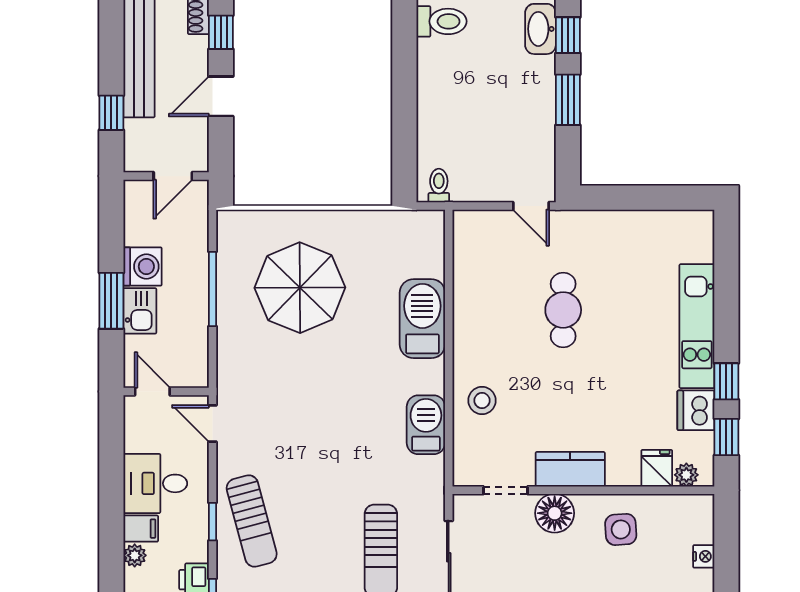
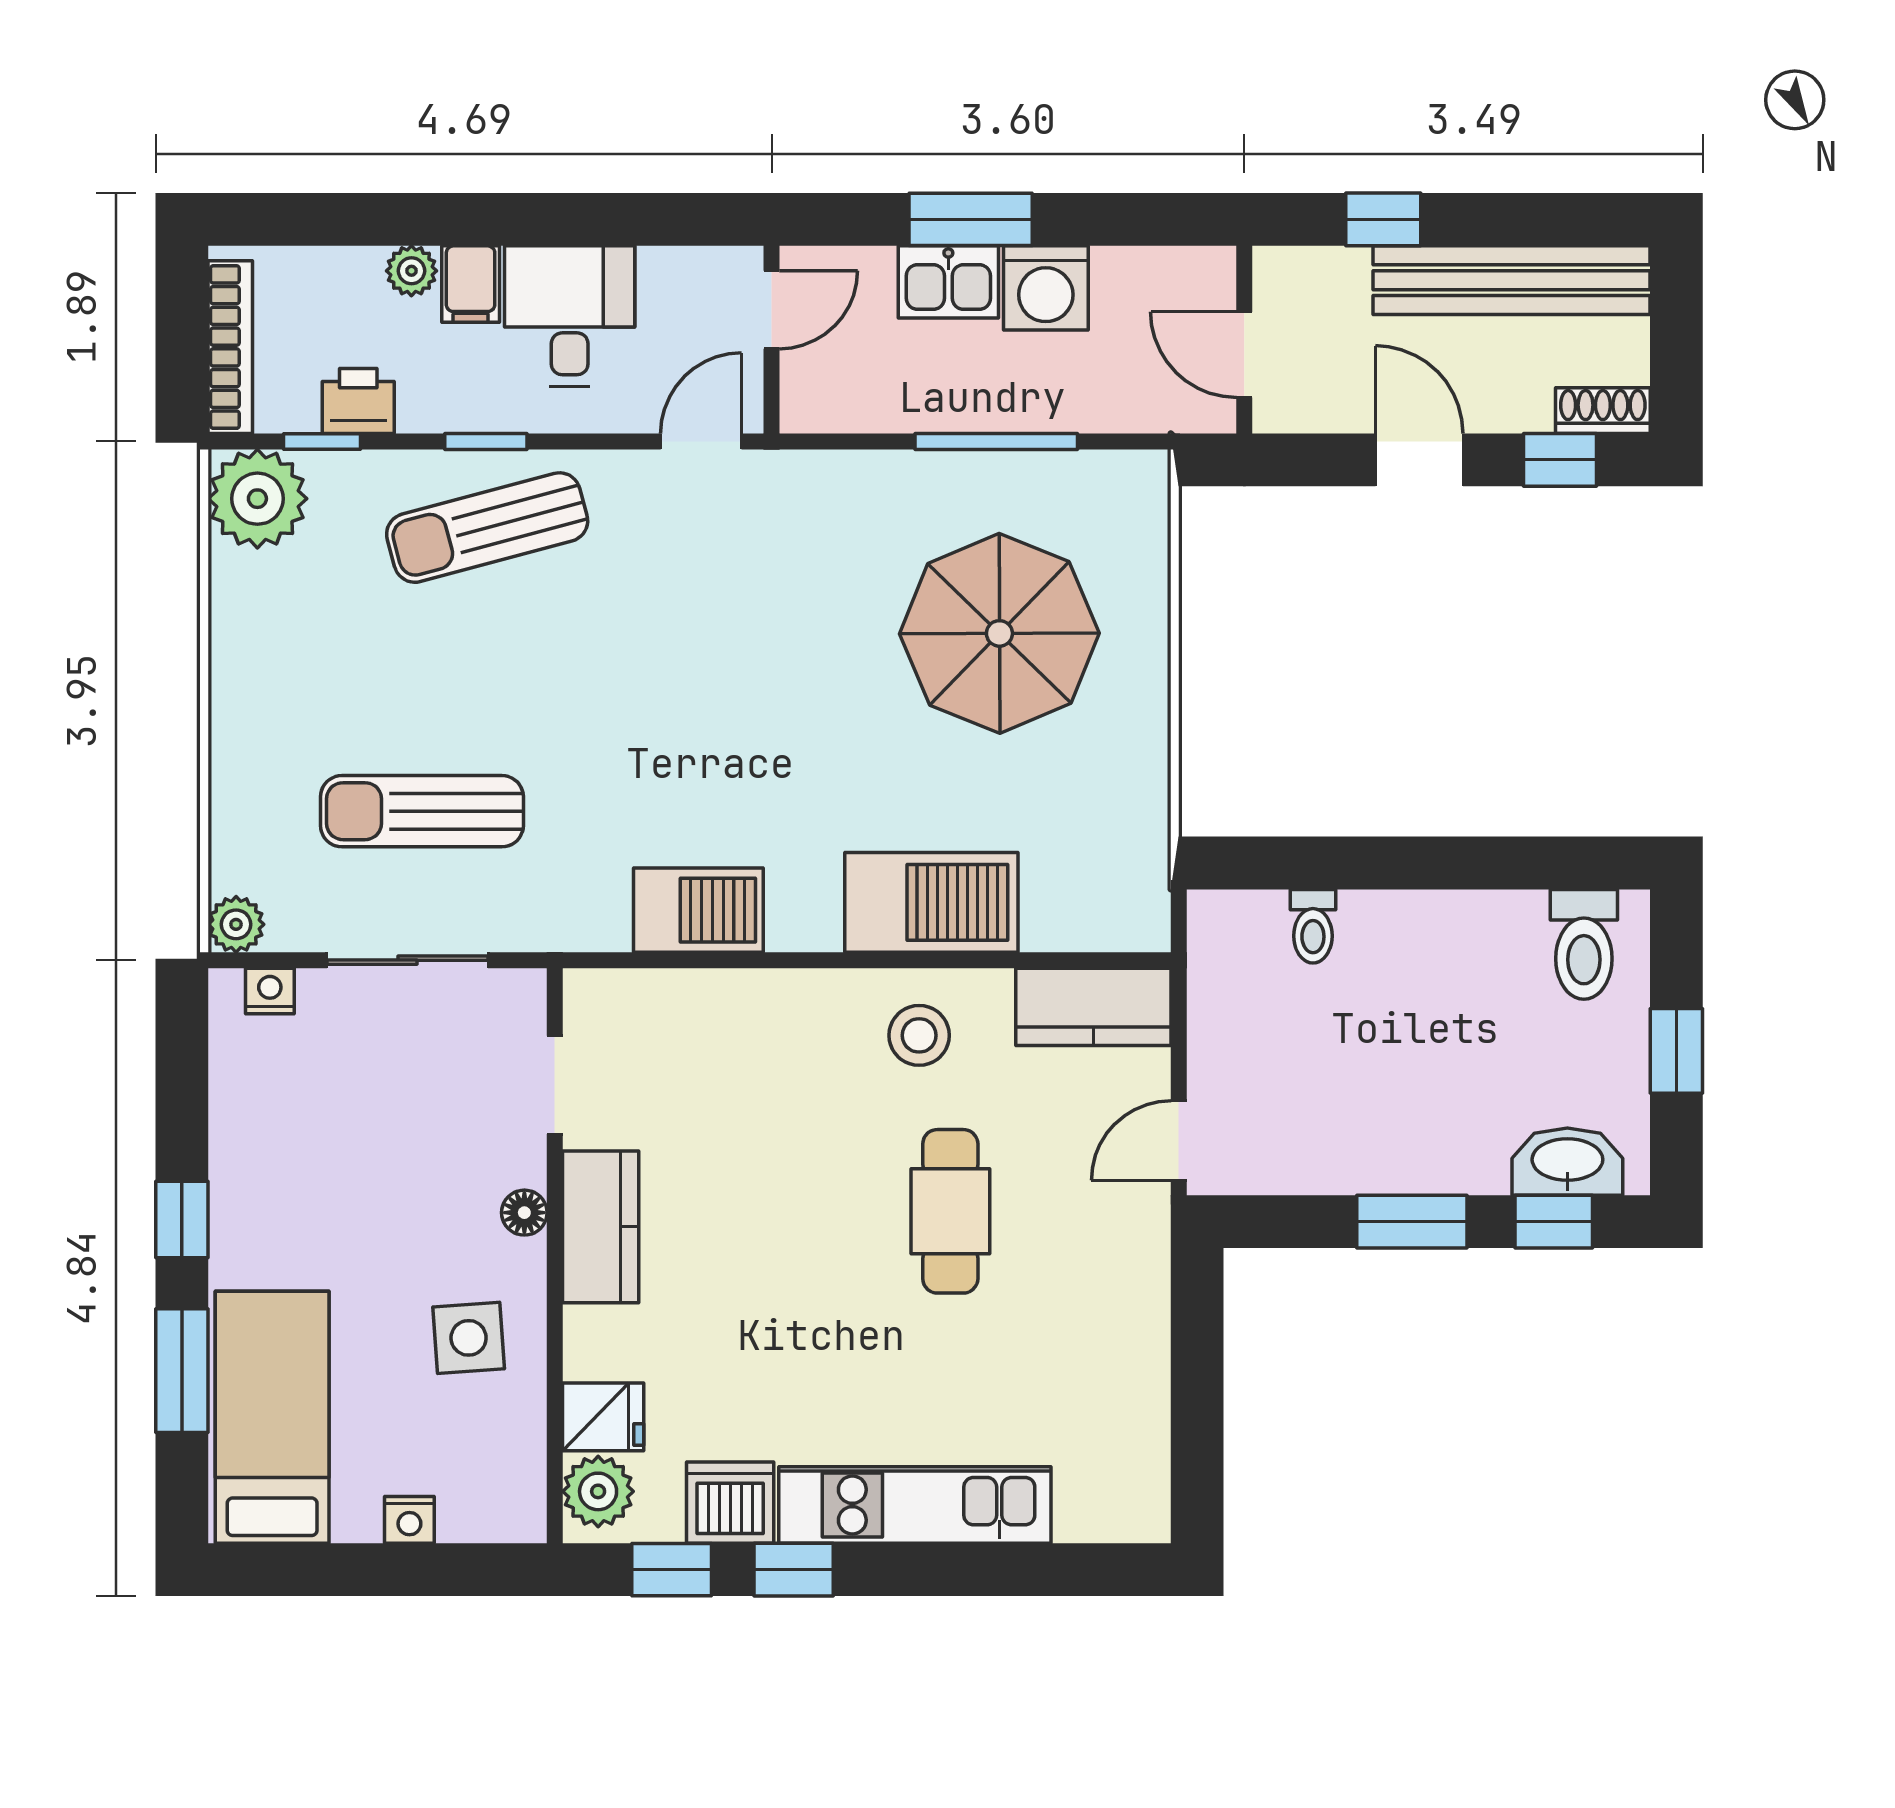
toilet: (439, 186) -> (1313, 926), moved, turned 90
kitchen counter: (470, 245) -> (1093, 1007), added
cafe table: (563, 310) -> (950, 1211), turned 90
stool: (482, 401) -> (919, 1035), moved
plant: (686, 475) -> (598, 1491), width x1.38, depth x1.38
floor lamp: (555, 513) -> (524, 1213), width x0.53, depth x0.53

